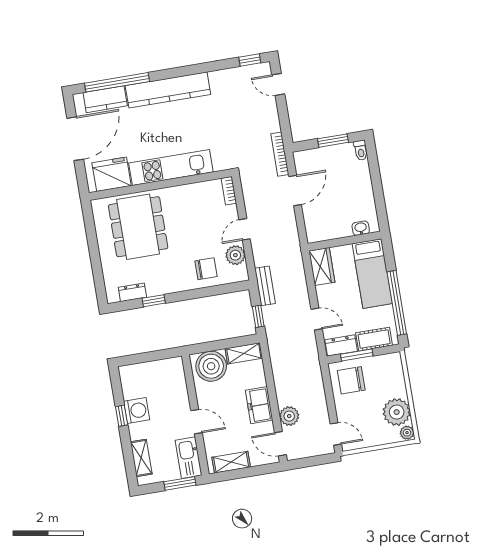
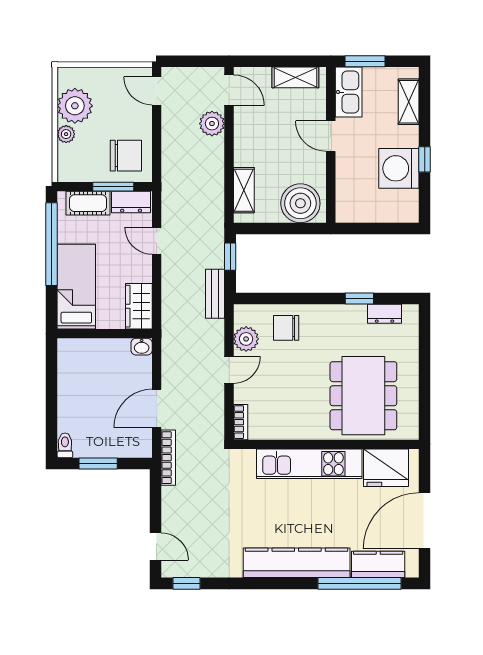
washbasin: (361, 228) -> (142, 347), moved
shelving: (244, 353) -> (244, 190), moved, turned 90
freezer: (259, 405) -> (248, 144), removed
washing machine: (137, 410) -> (399, 168), width x1.37, depth x1.37
plant: (407, 433) -> (66, 134), moved

